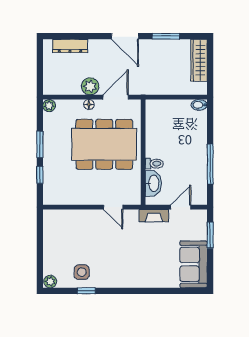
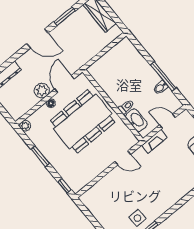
bidet: (199, 105) -> (160, 88), moved
window: (40, 175) -> (64, 186), moved
door: (181, 207) -> (167, 121), hinge flipped

